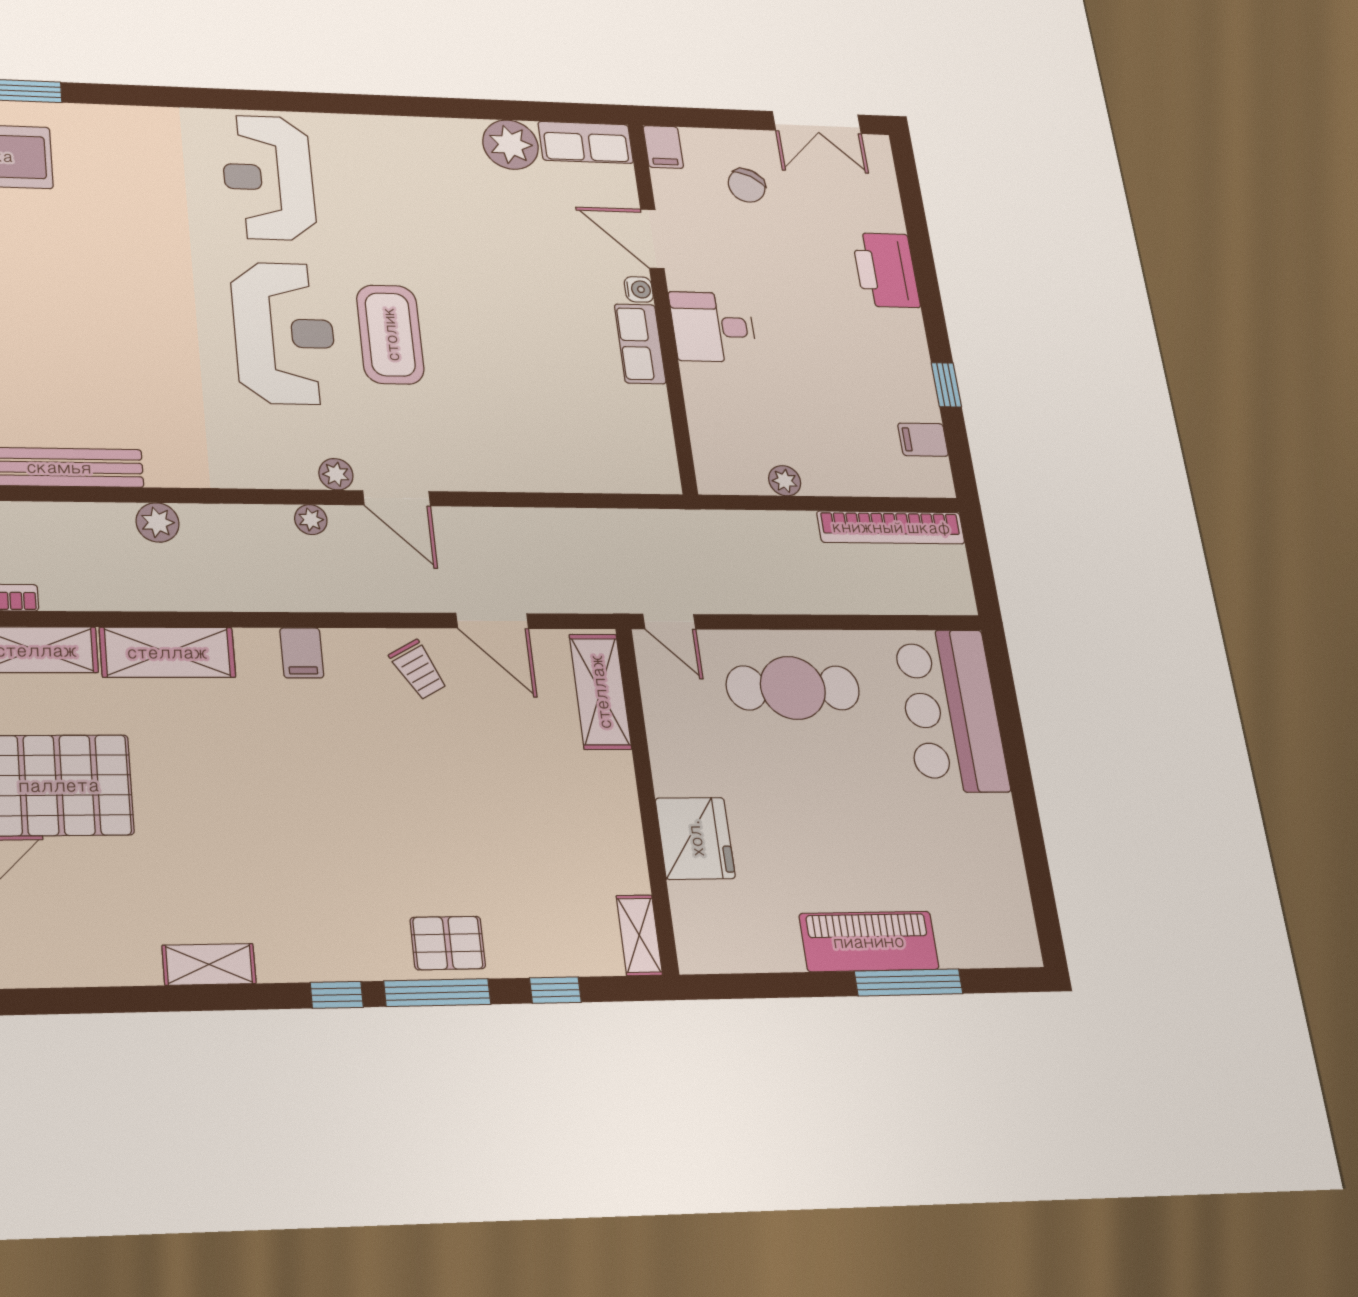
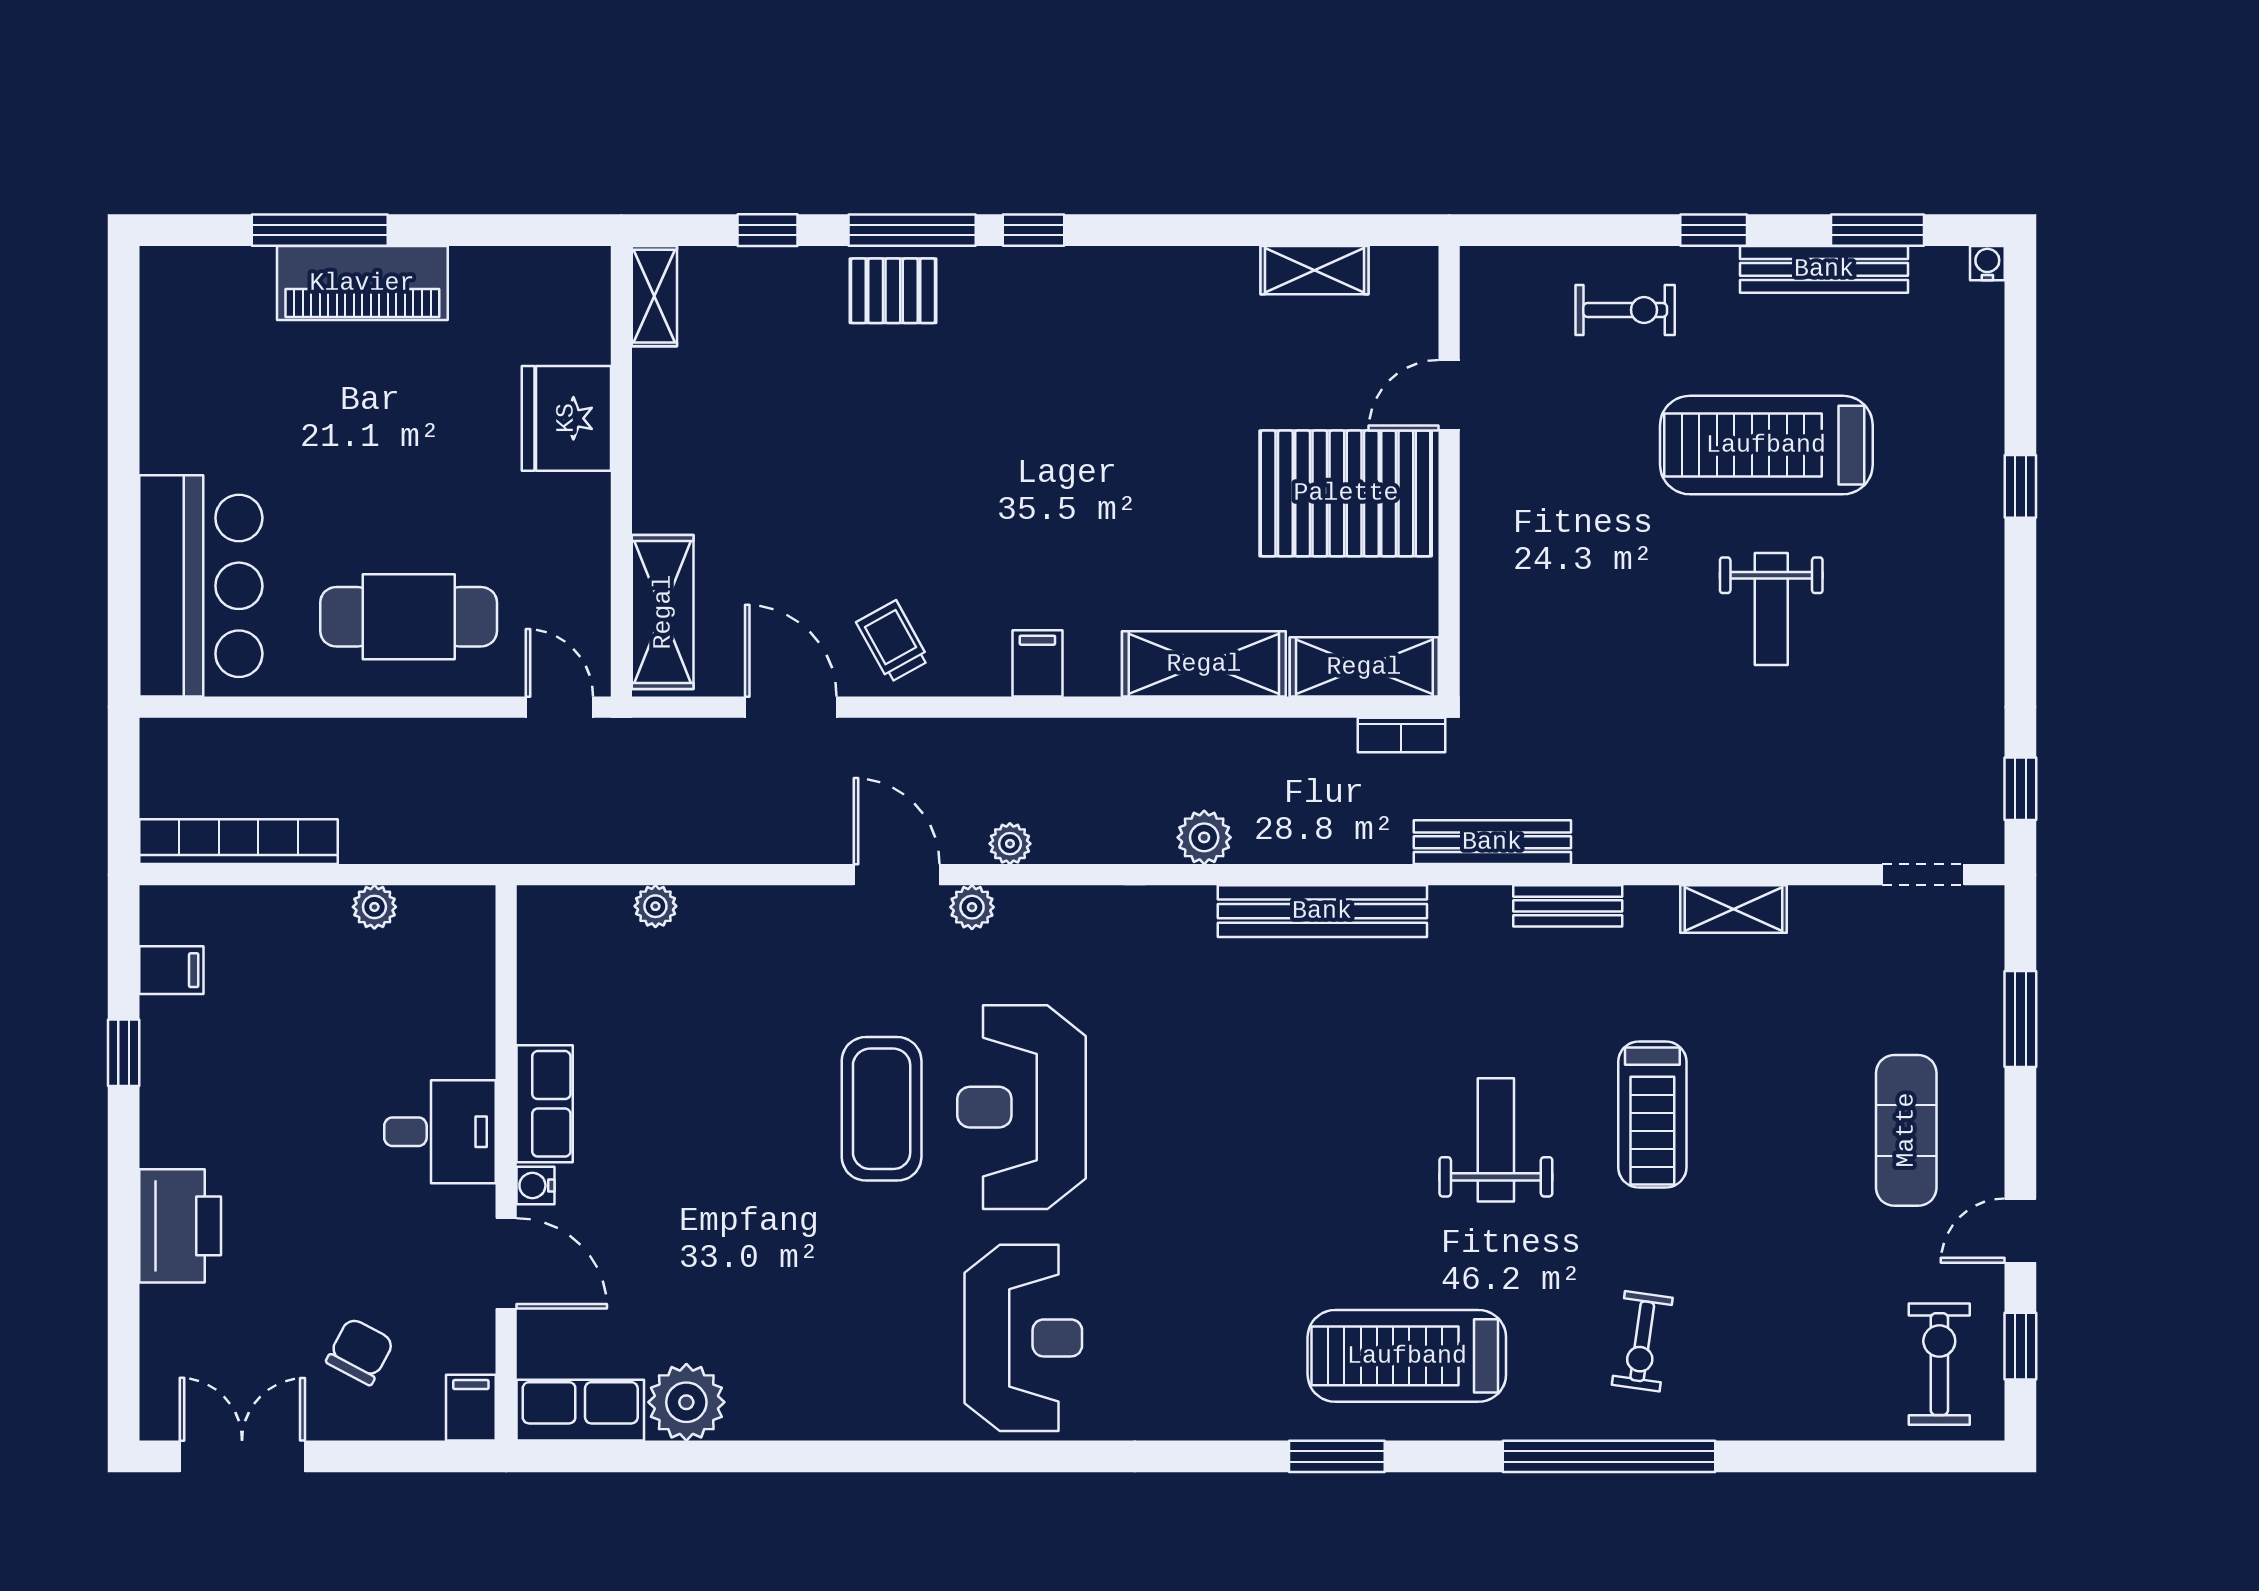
plant: (577, 478) -> (655, 906), added
shelving: (209, 964) -> (1315, 270), moved

